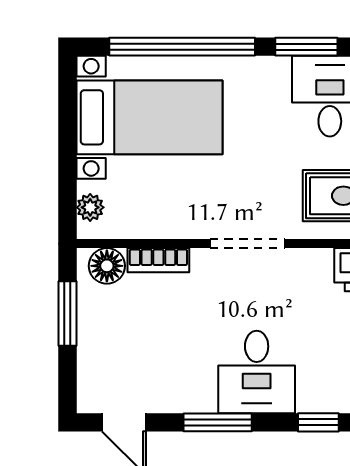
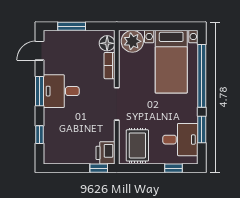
plant: (90, 207) -> (132, 41), width x1.88, depth x1.88
window: (67, 314) -> (72, 26), moved
desk: (257, 372) -> (61, 91), moved

